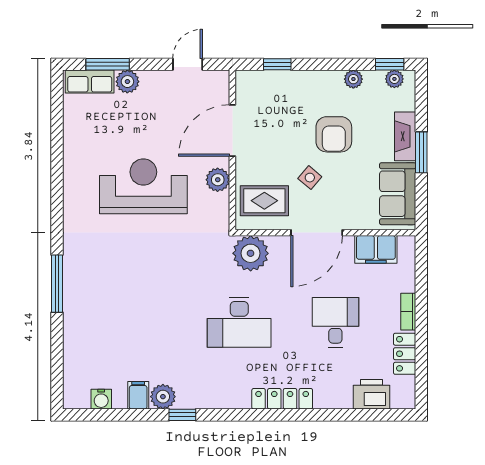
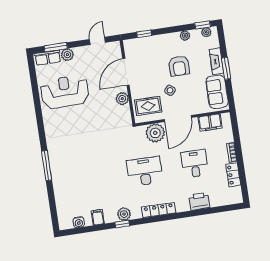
reception desk: (143, 186) -> (65, 92), moved
plant: (251, 253) -> (155, 133), moved
desk: (239, 322) -> (145, 171), turned 180
printer: (372, 394) -> (199, 201), moved
plant: (163, 397) -> (124, 214), moved
locker: (282, 399) -> (159, 210), moved

